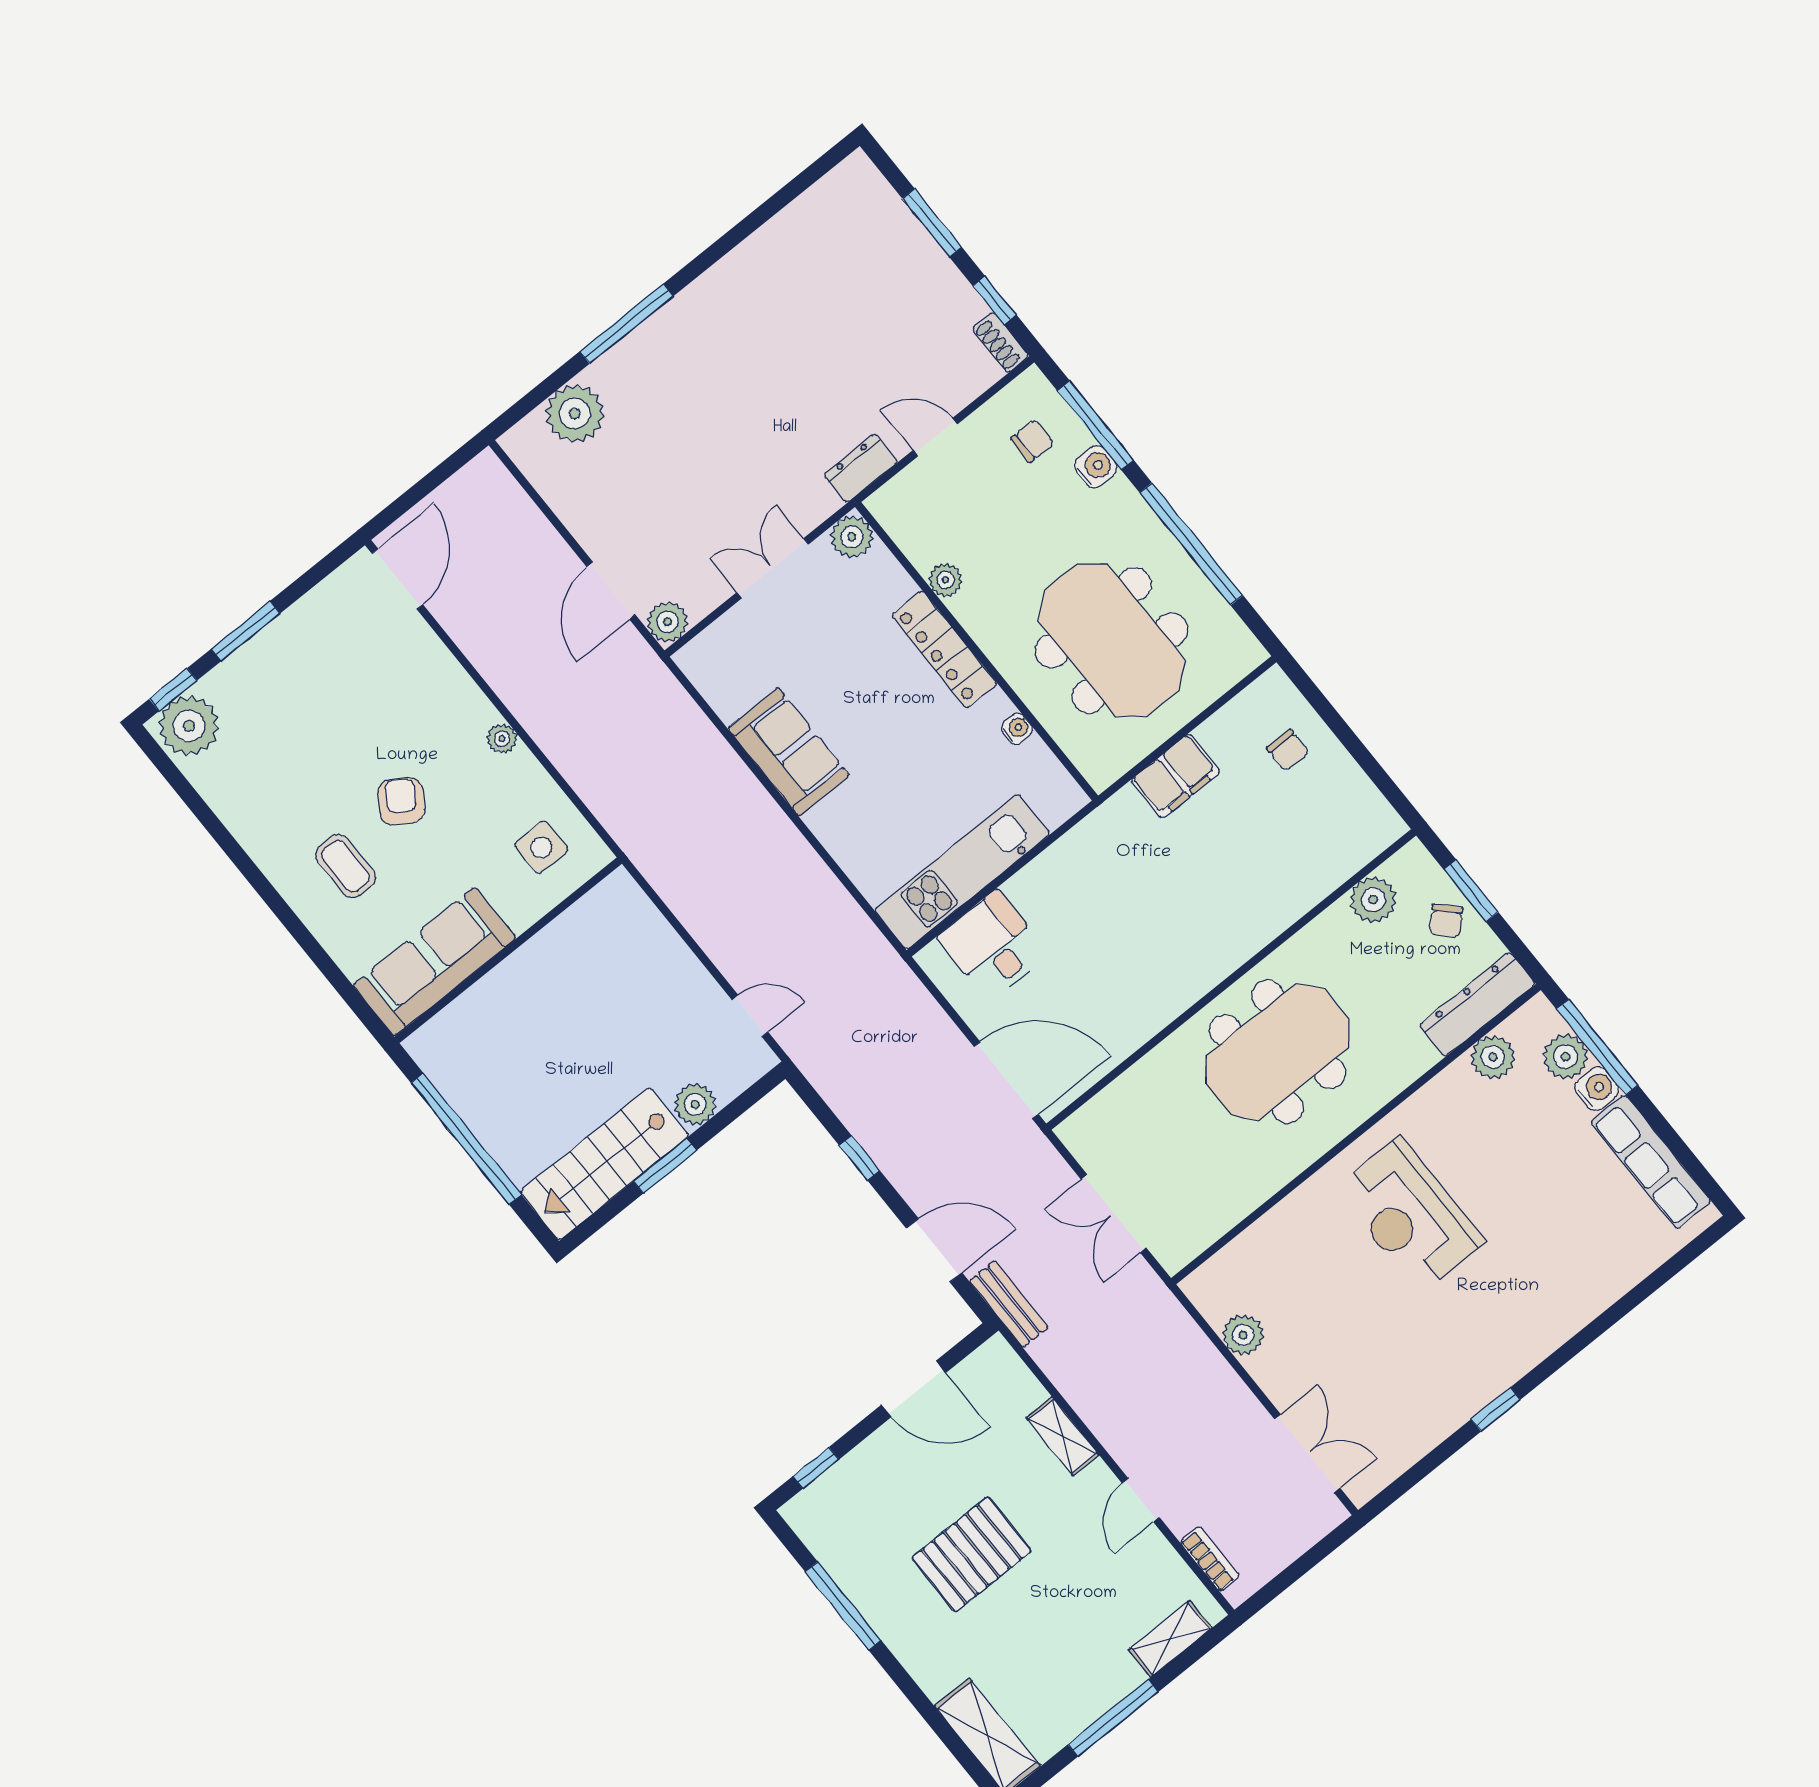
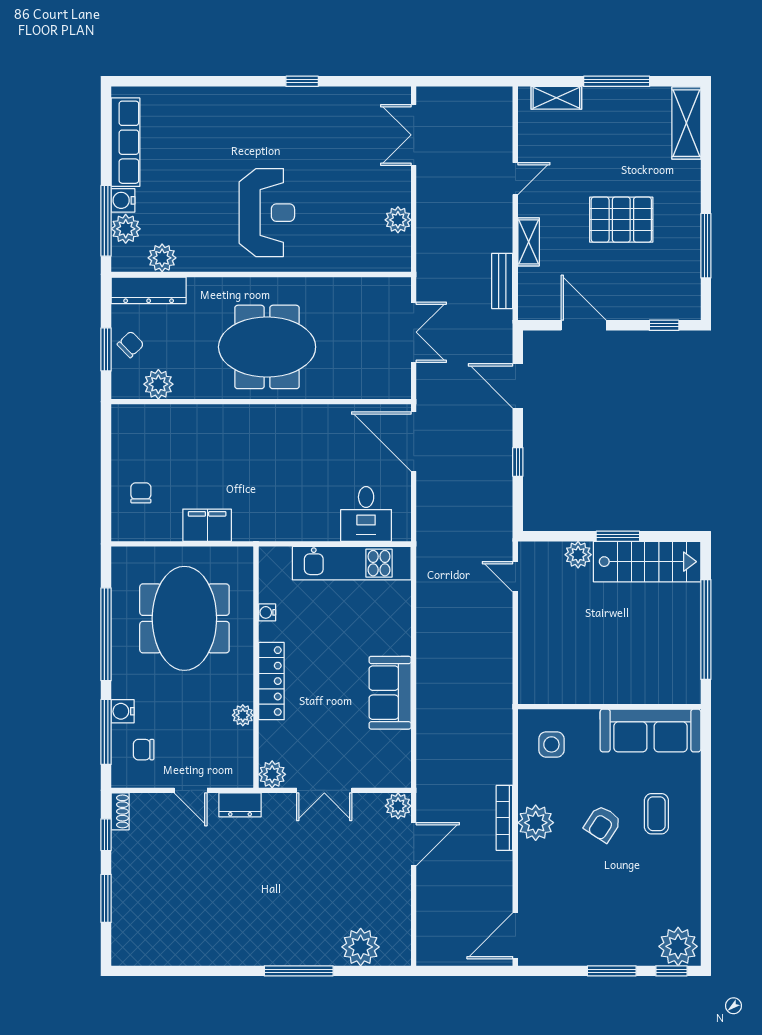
plant: (502, 739) -> (536, 823), width x1.88, depth x1.88
bench: (1009, 1304) -> (502, 281), moved
bookcase: (1210, 1559) -> (504, 818), moved, width x1.56

